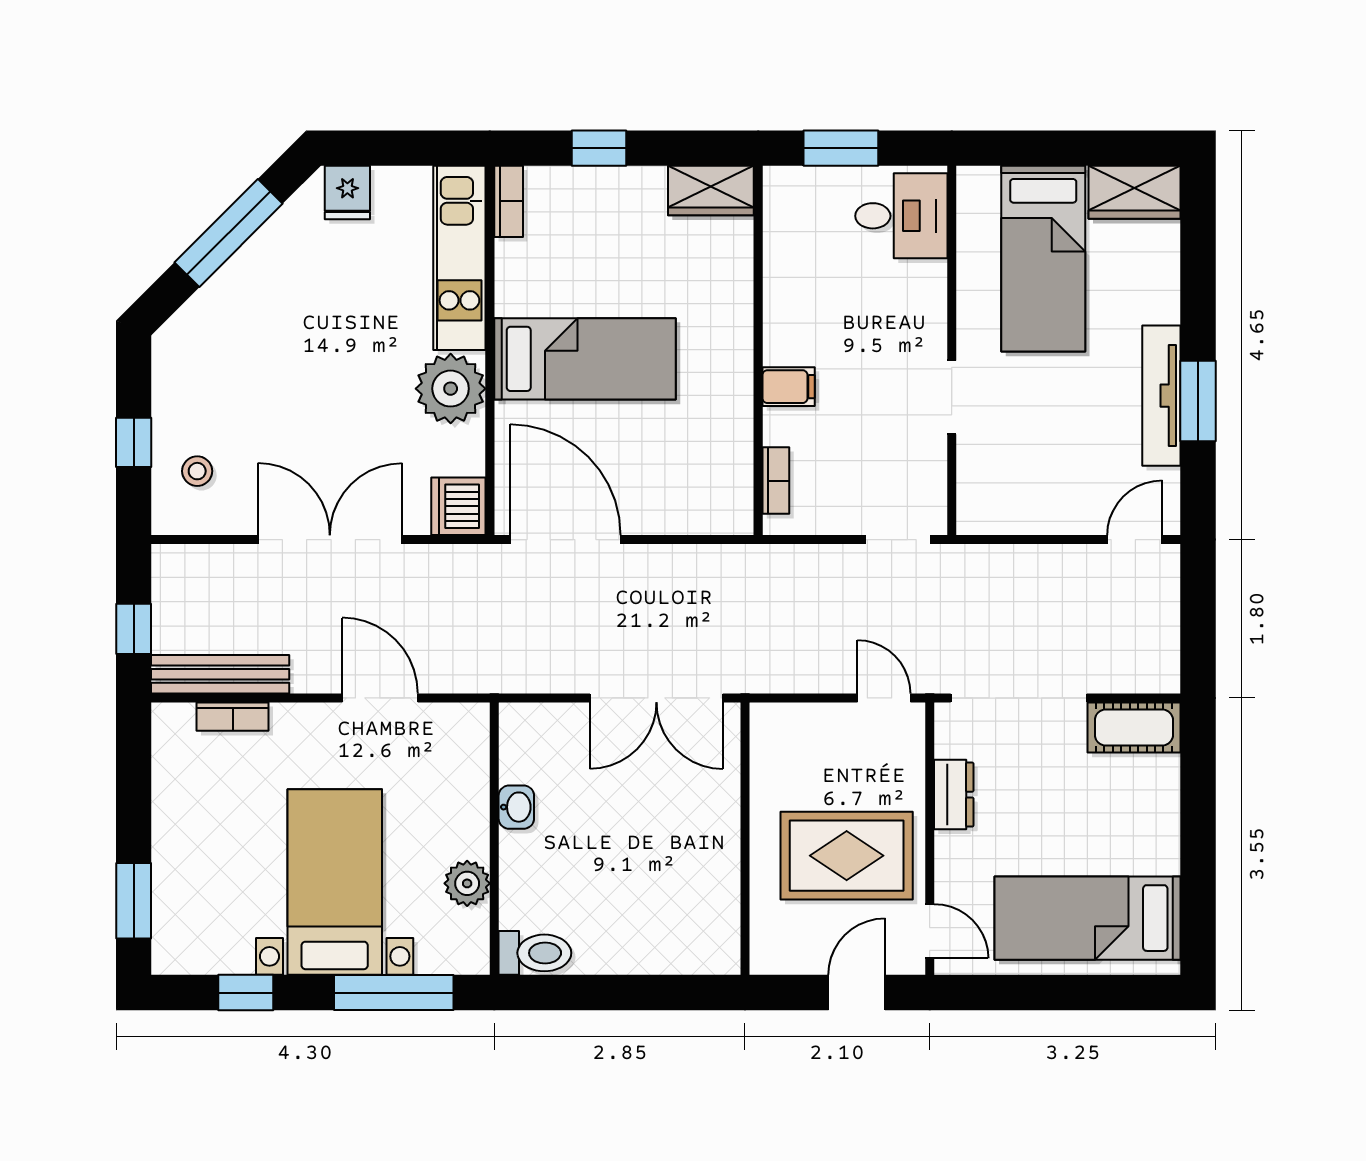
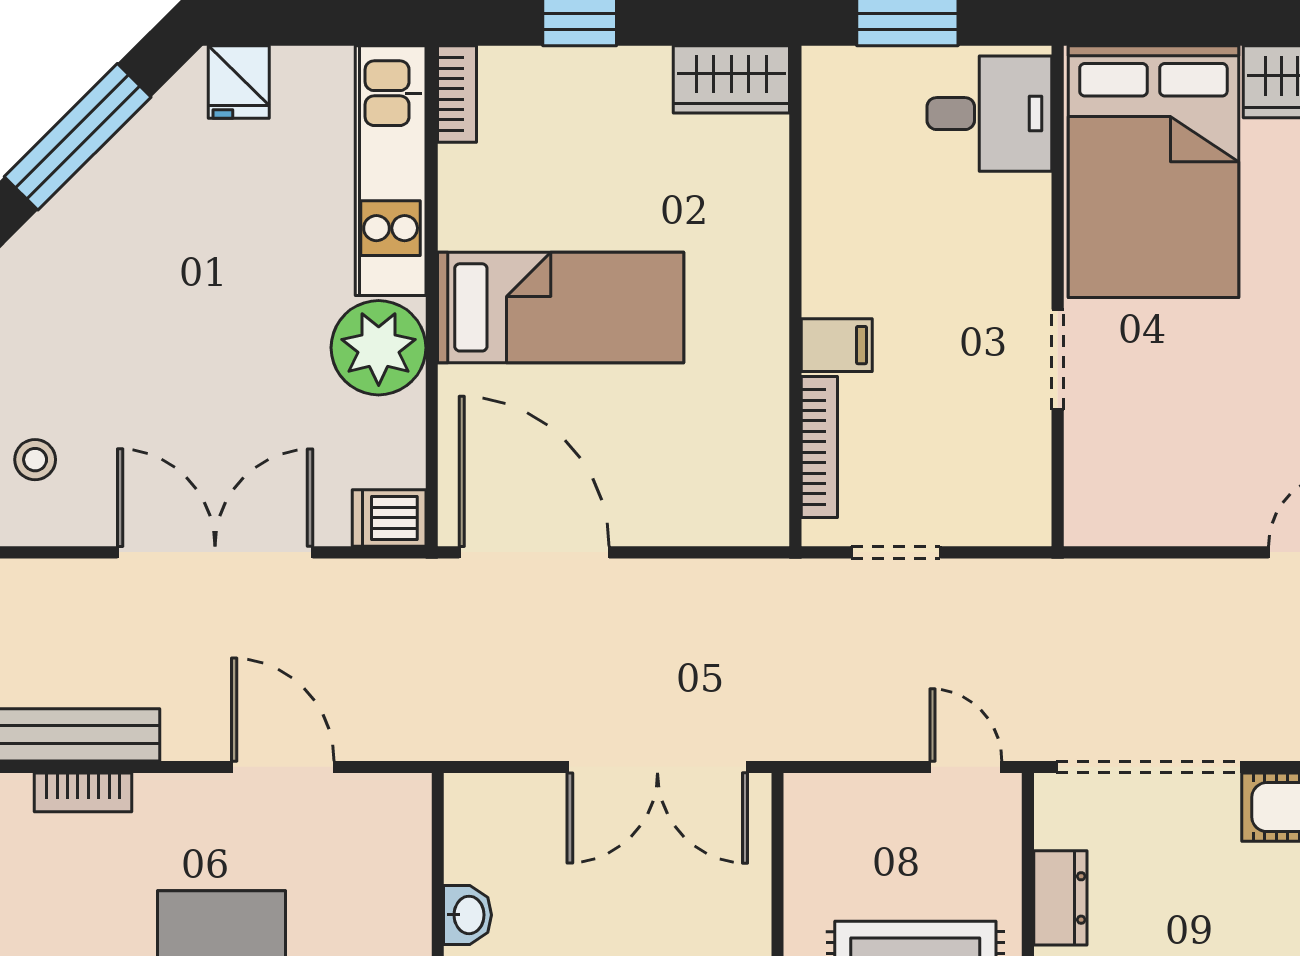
bed: (1043, 259) -> (1153, 172), width x1.50
bookcase: (776, 481) -> (819, 447), width x1.56
dishwasher: (458, 506) -> (389, 518), width x0.73
doorway: (898, 540) -> (896, 552), moved

